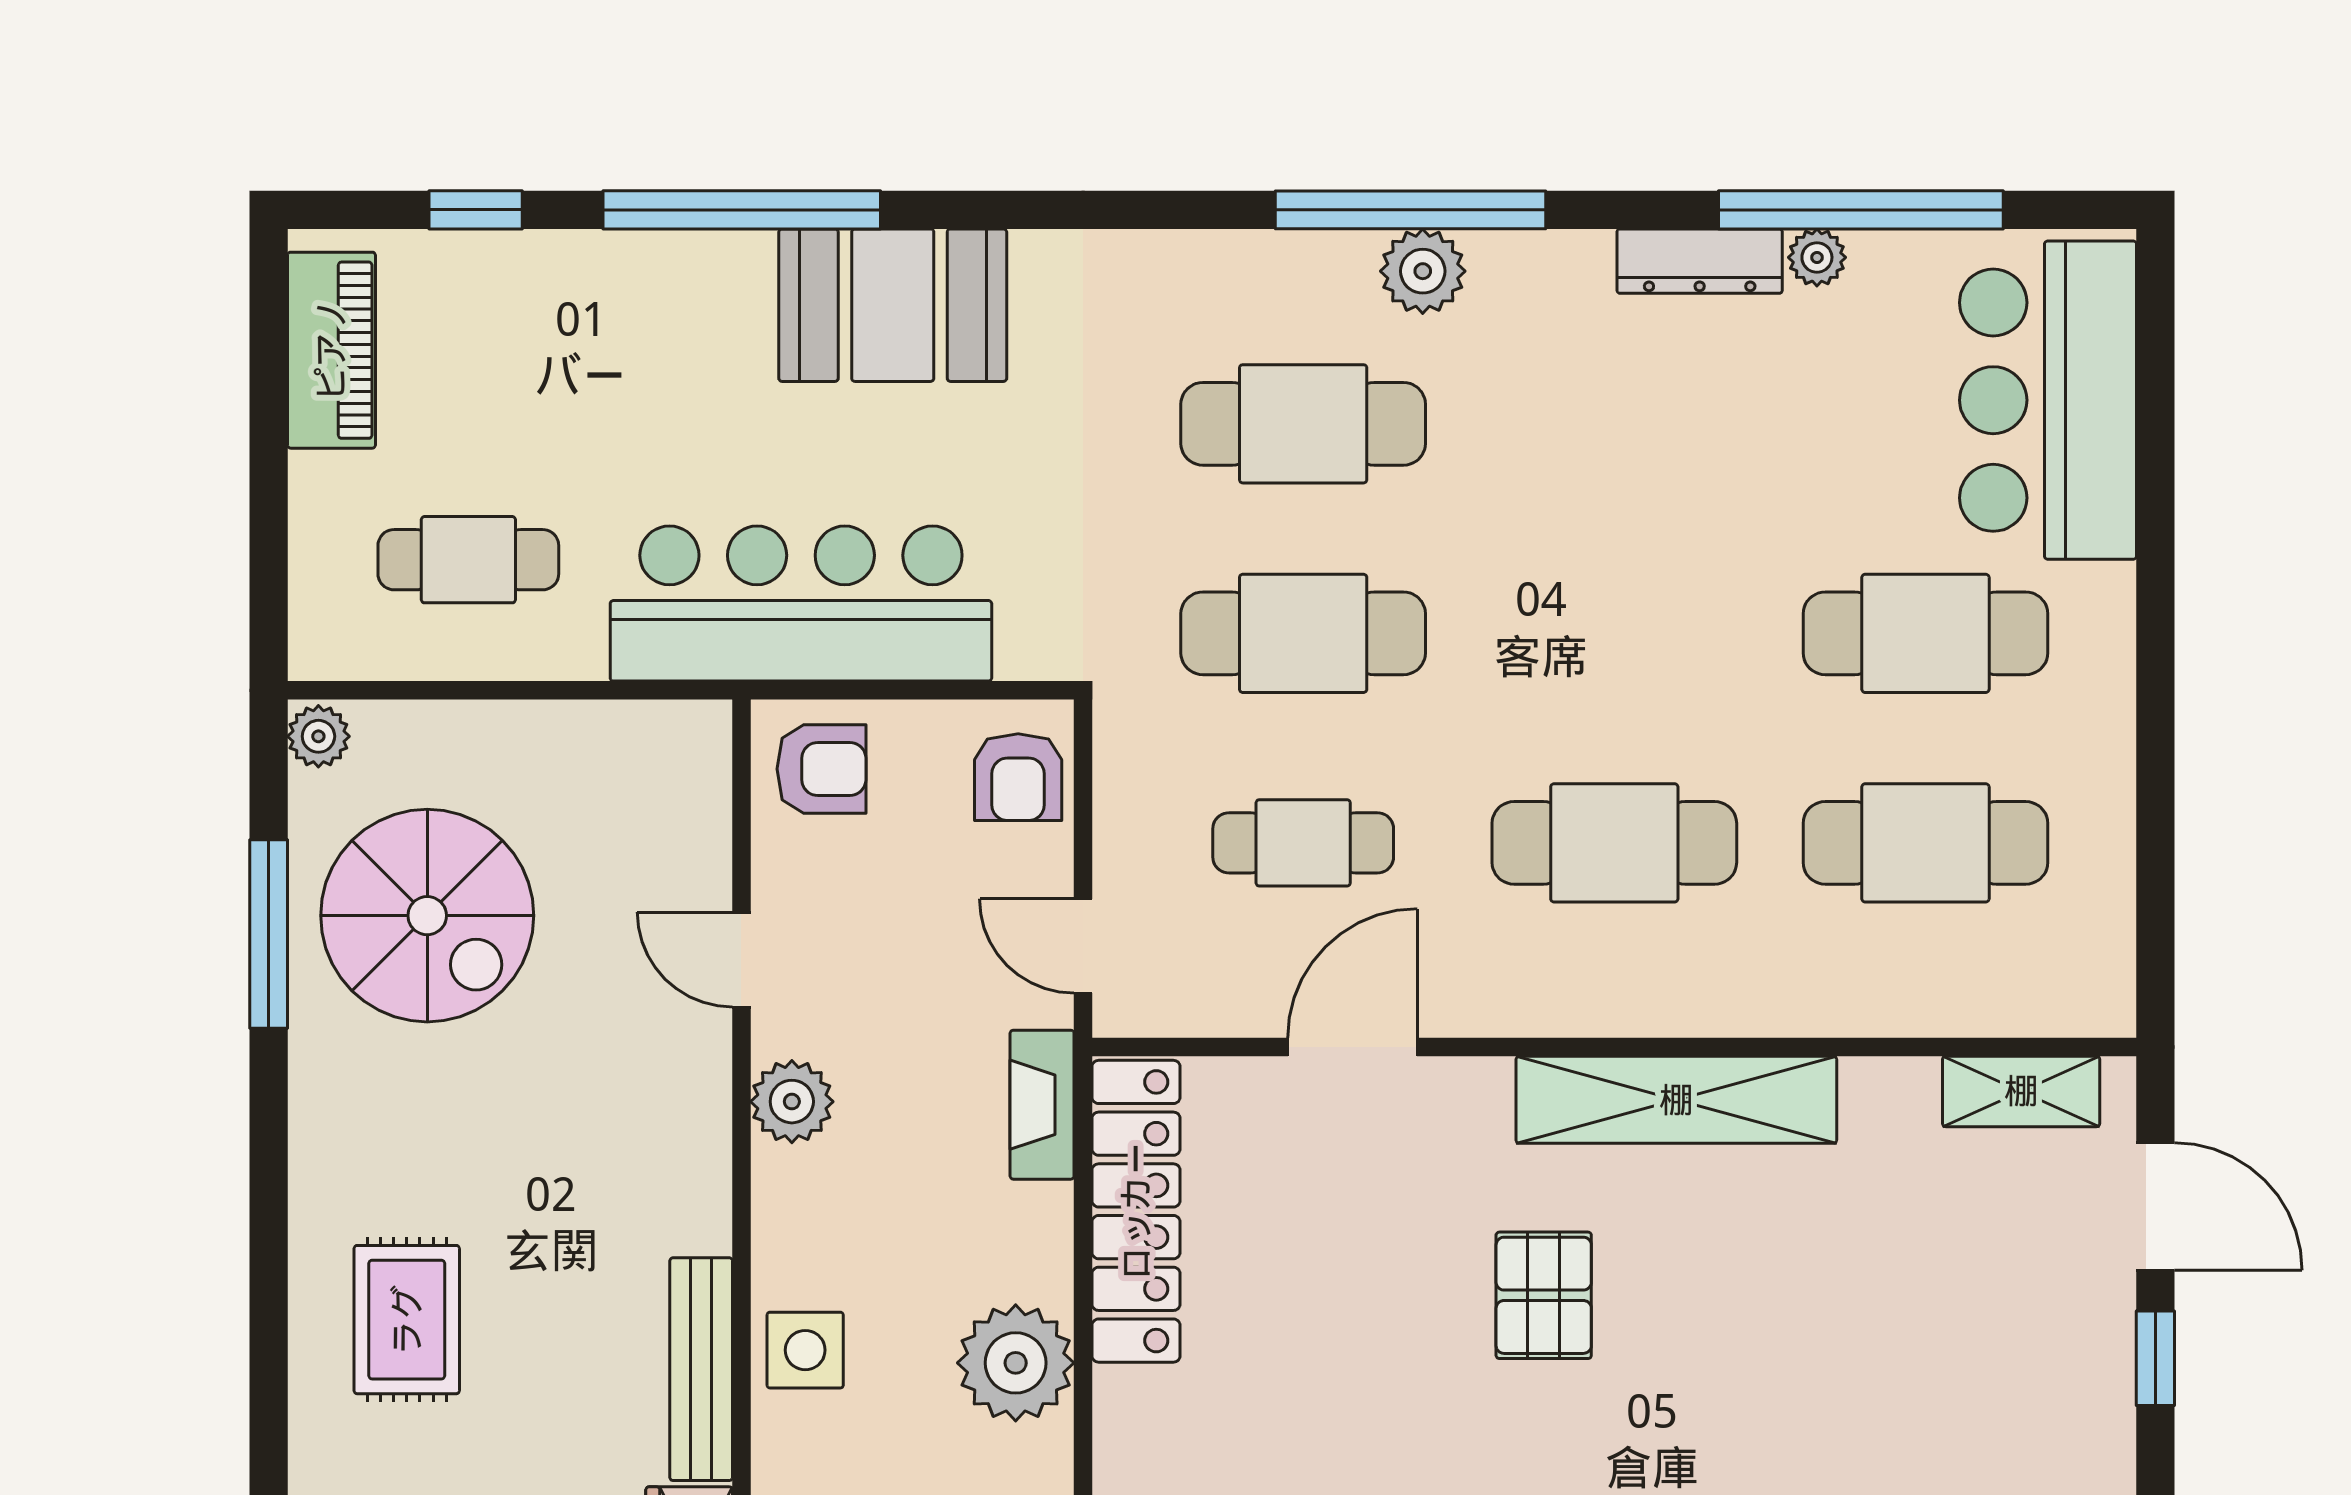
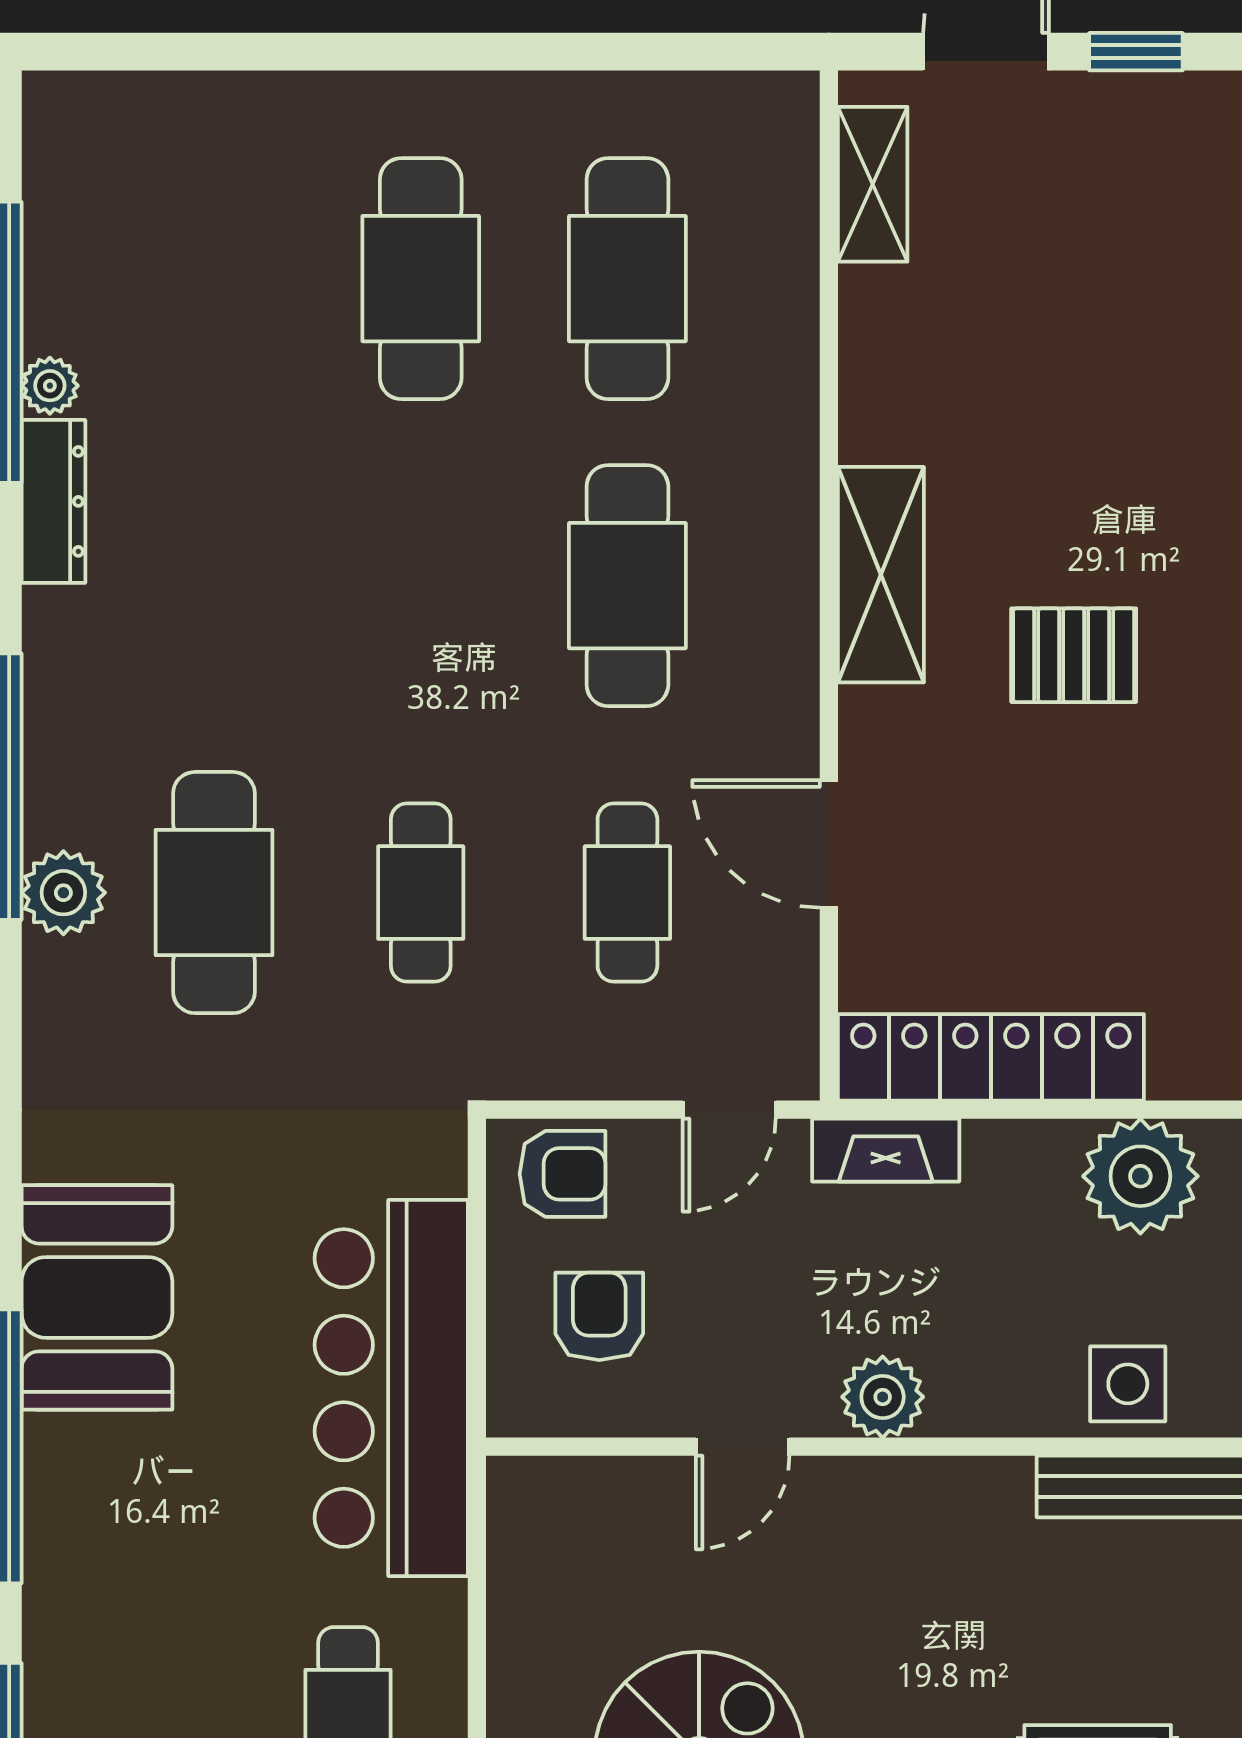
plant: (1423, 271) -> (63, 893), moved
bar counter: (2048, 400) -> (191, 158), removed
cafe table: (1303, 633) -> (421, 893), width x0.73, depth x0.74
armchair: (821, 769) -> (599, 1316), moved
shelving: (1676, 1100) -> (881, 575), width x0.68

